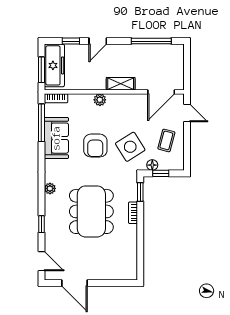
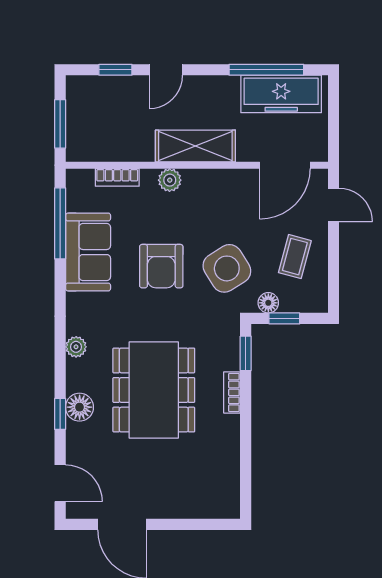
freezer: (54, 65) -> (281, 94), moved, turned 90
shelving: (121, 84) -> (195, 146), width x1.50, depth x1.33
bookcase: (56, 98) -> (117, 177), moved
floor lamp: (52, 221) -> (80, 407), added

